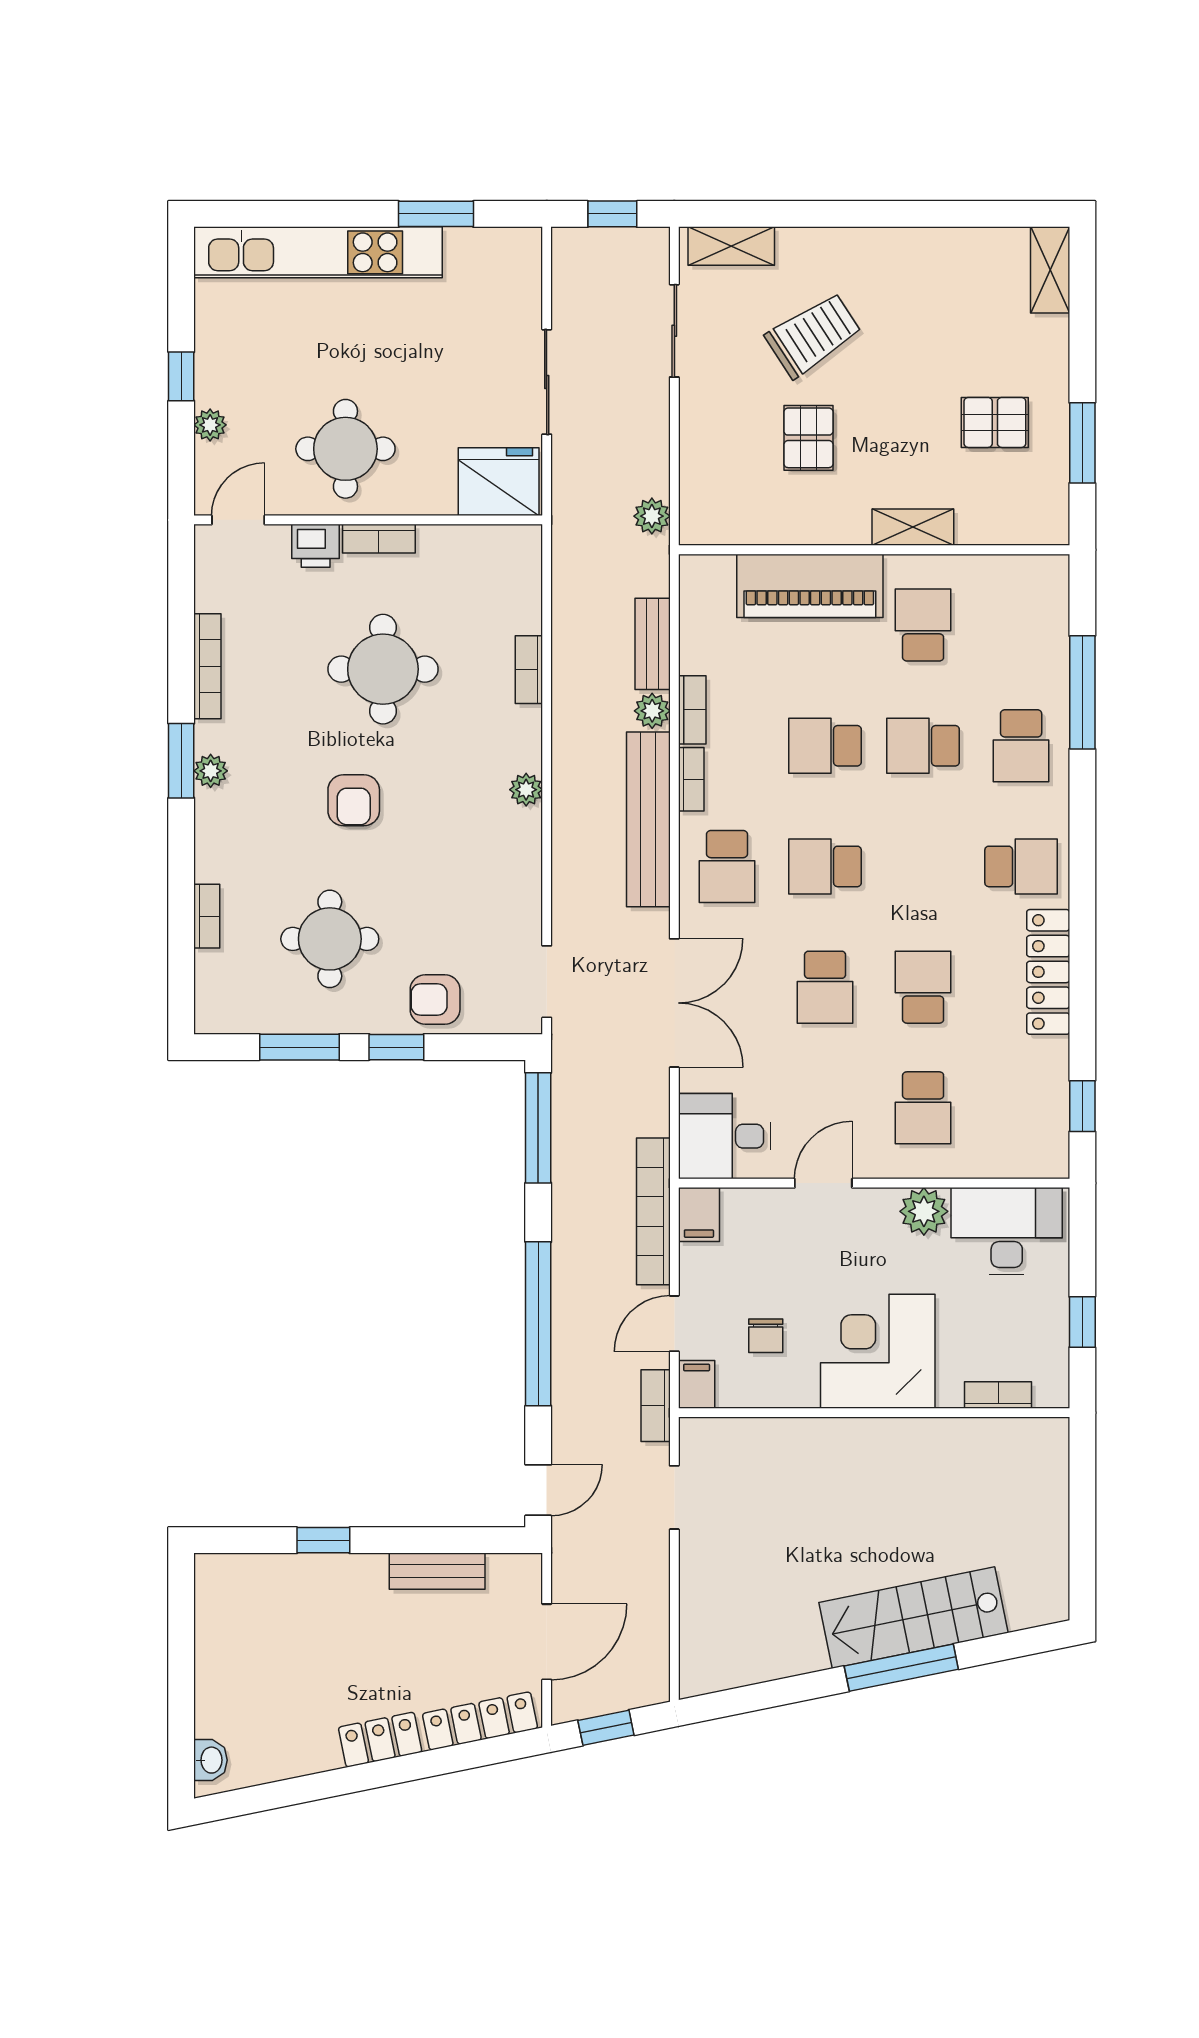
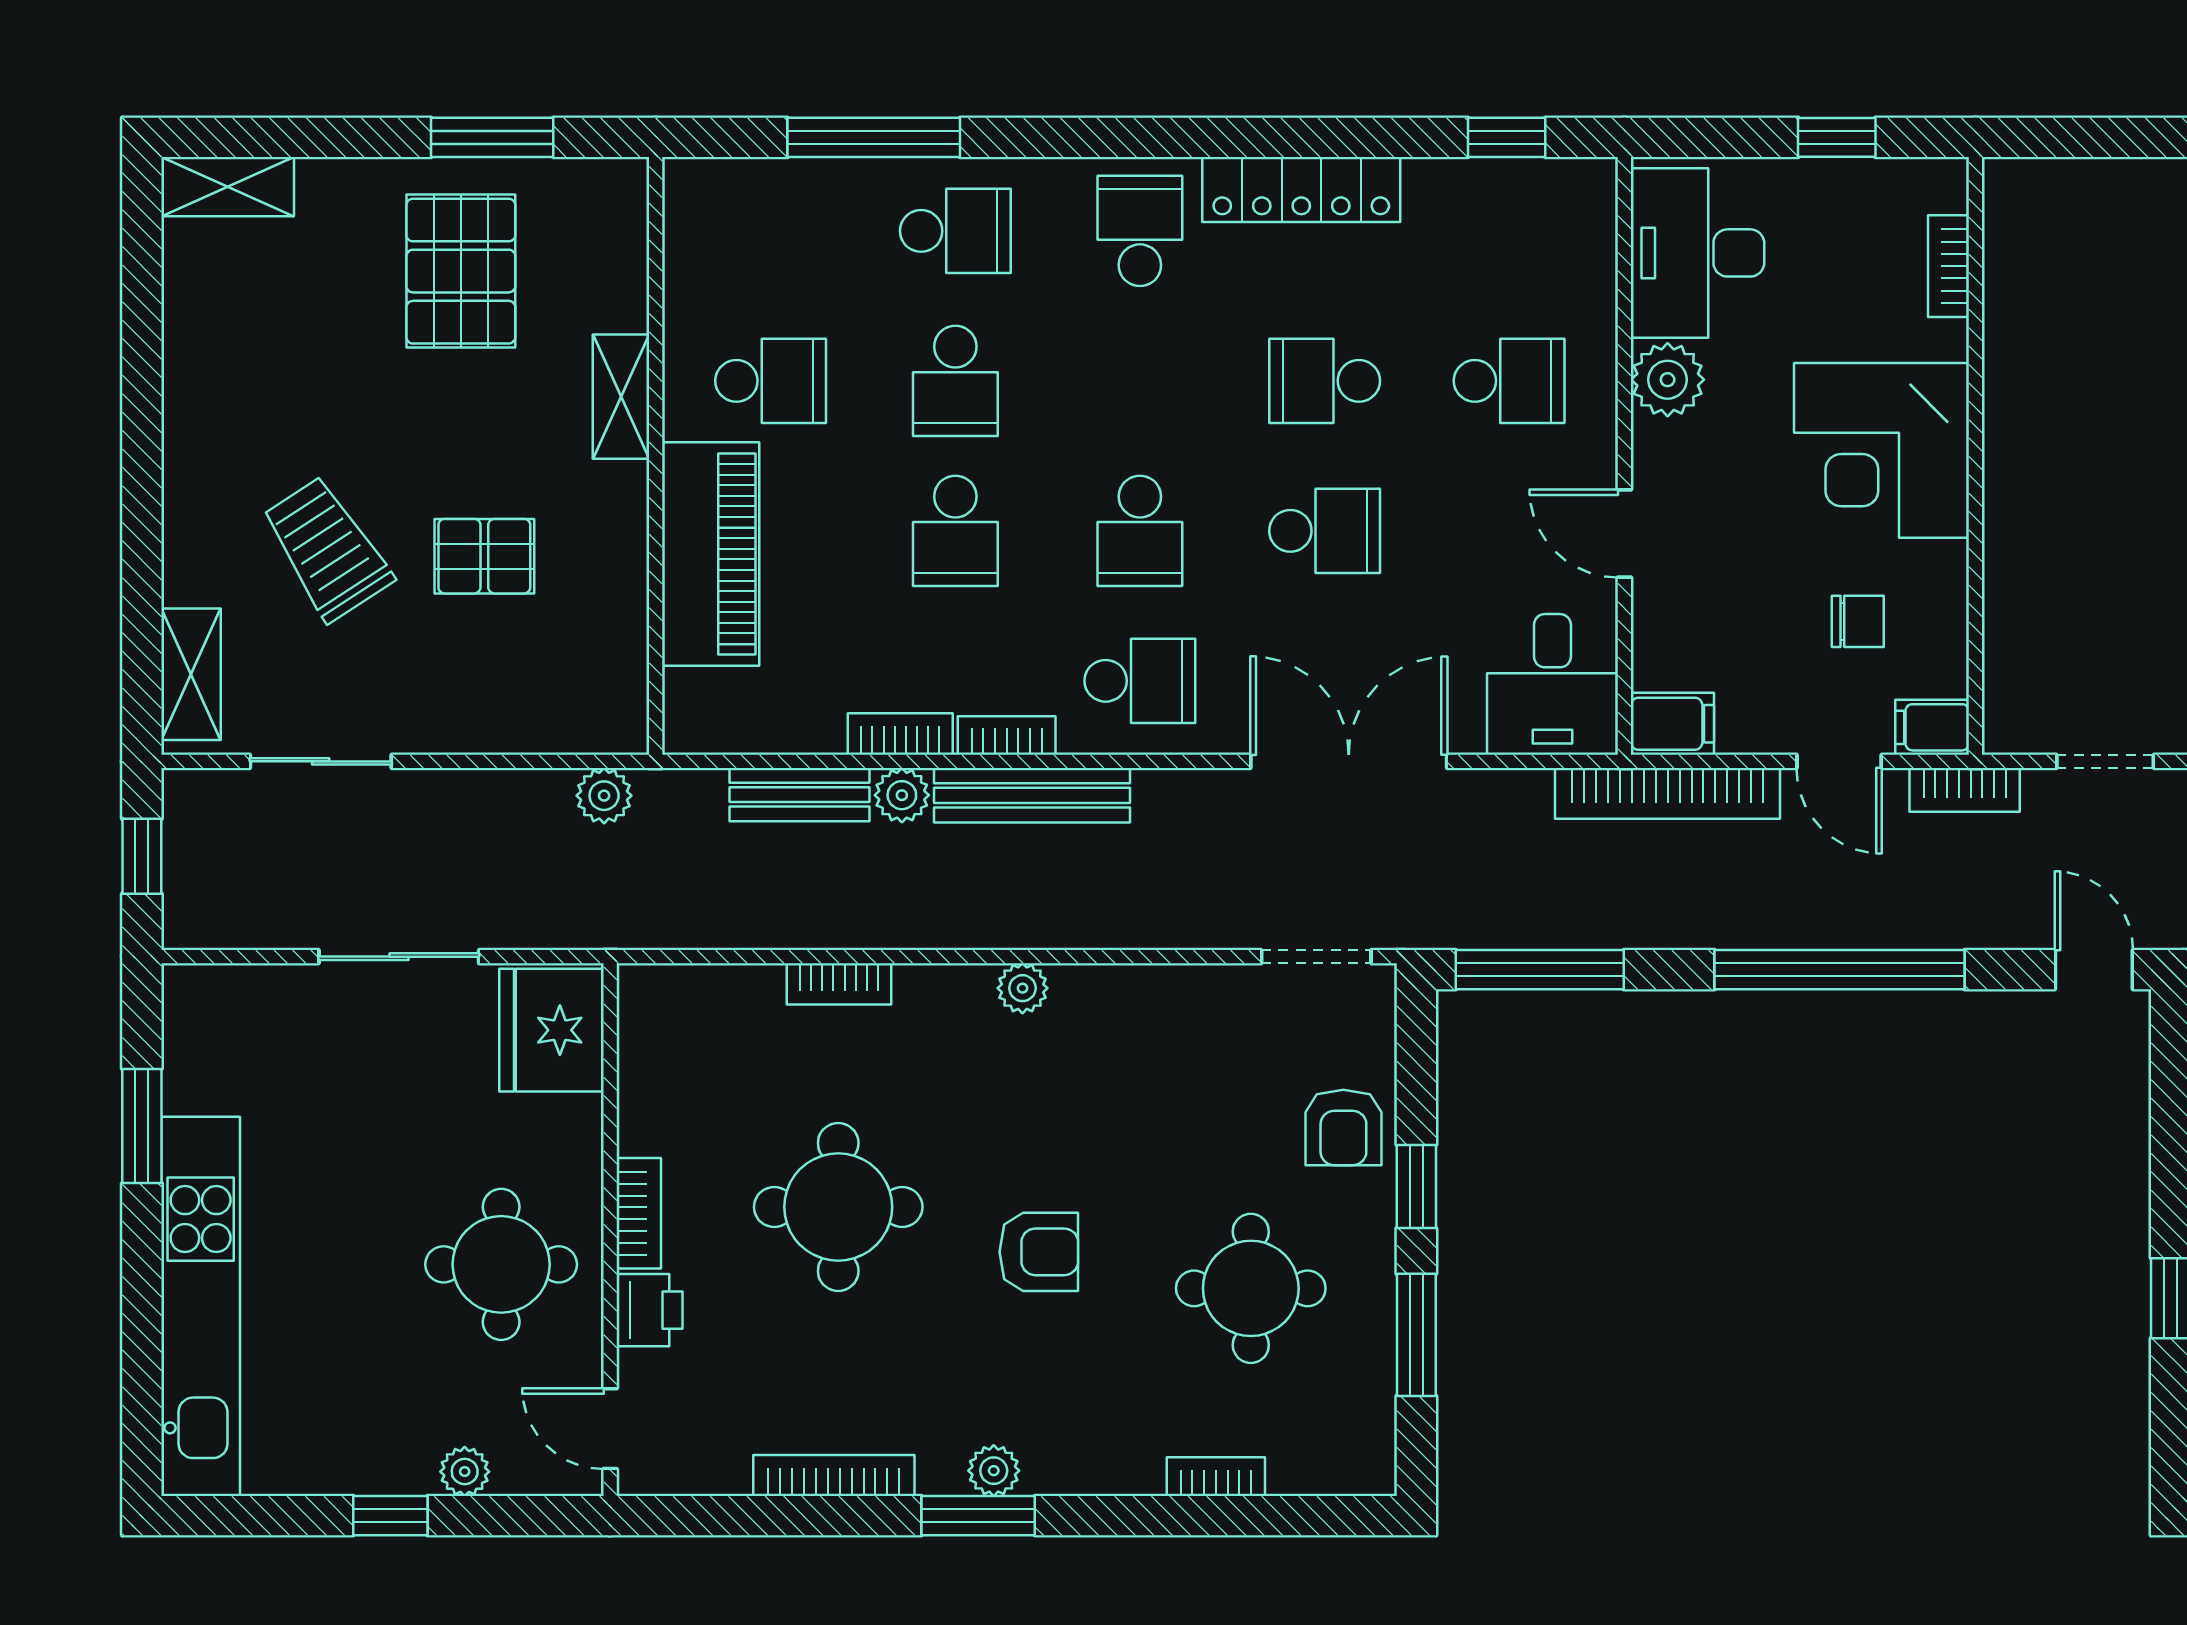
pallet: (995, 422) -> (461, 271), width x1.50, depth x1.42
school desk: (923, 625) -> (771, 381), turned 180
bench: (648, 819) -> (1032, 795), width x0.73, depth x0.82

